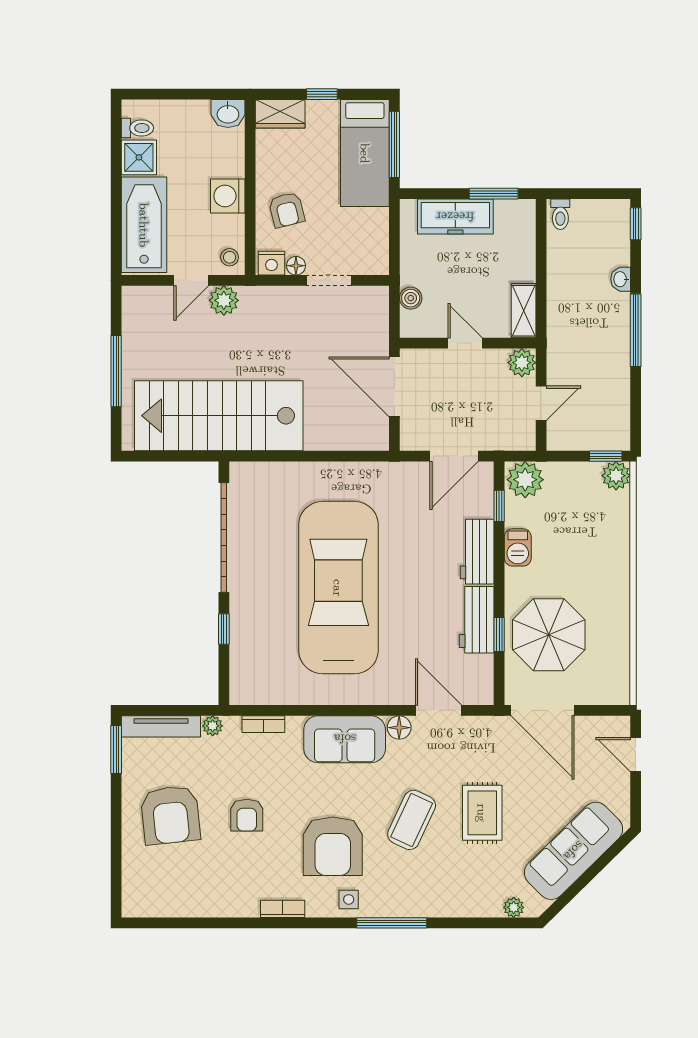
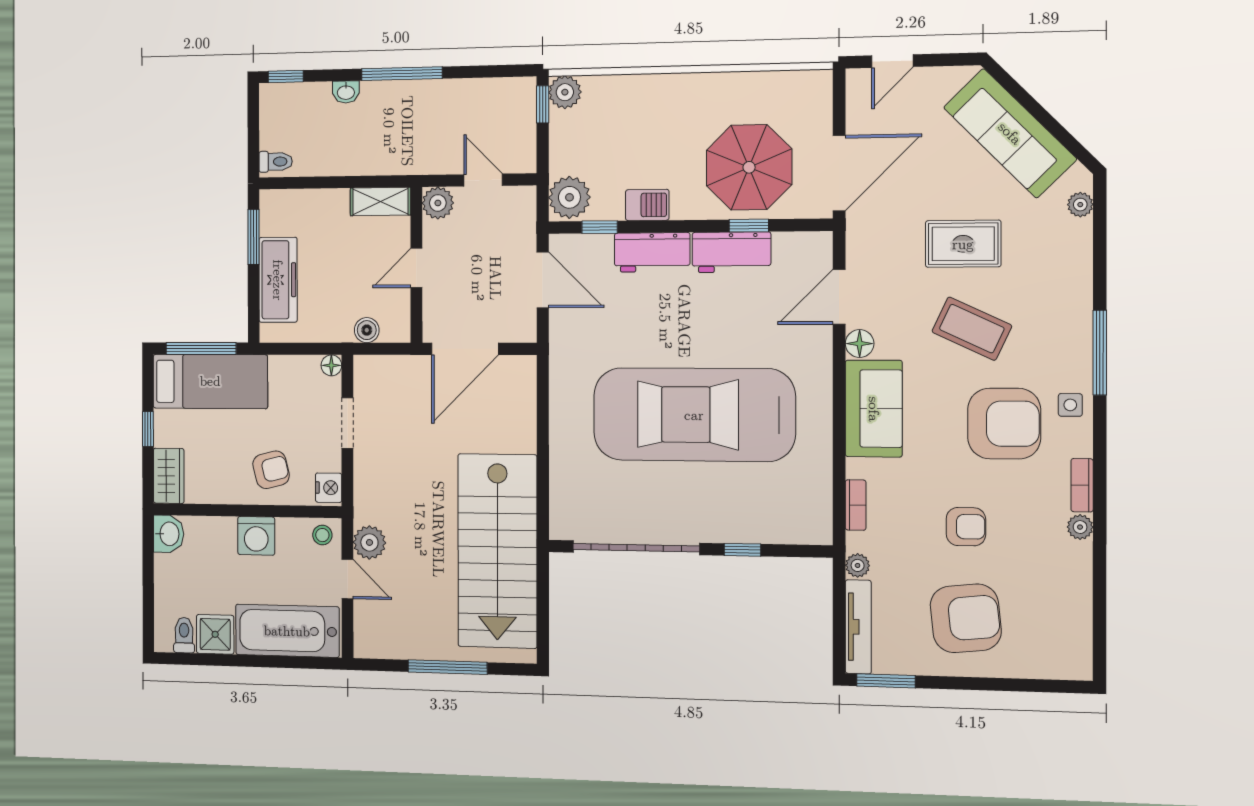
floor lamp: (296, 266) -> (331, 365), moved
plant: (248, 907) -> (1080, 527), added

